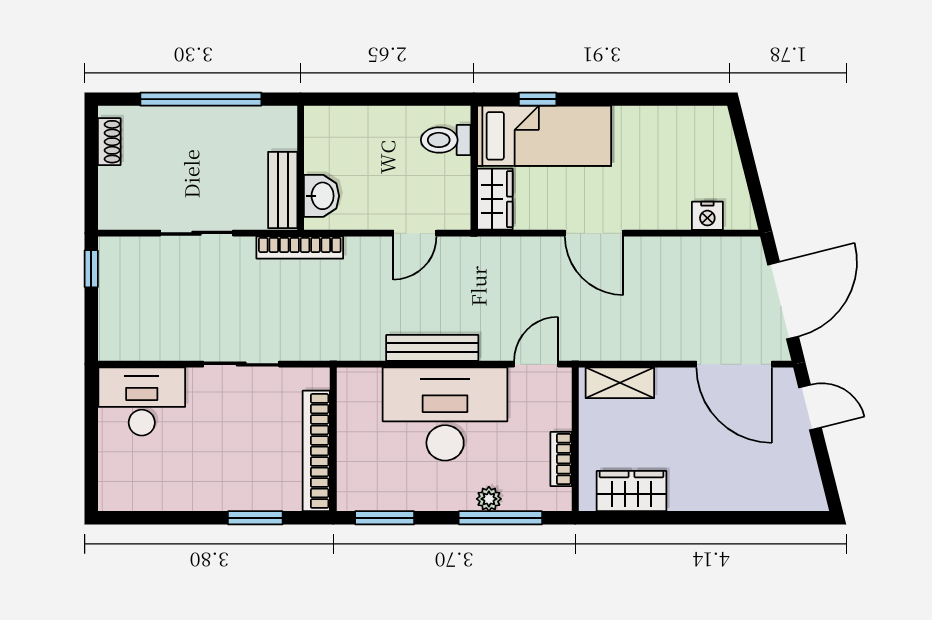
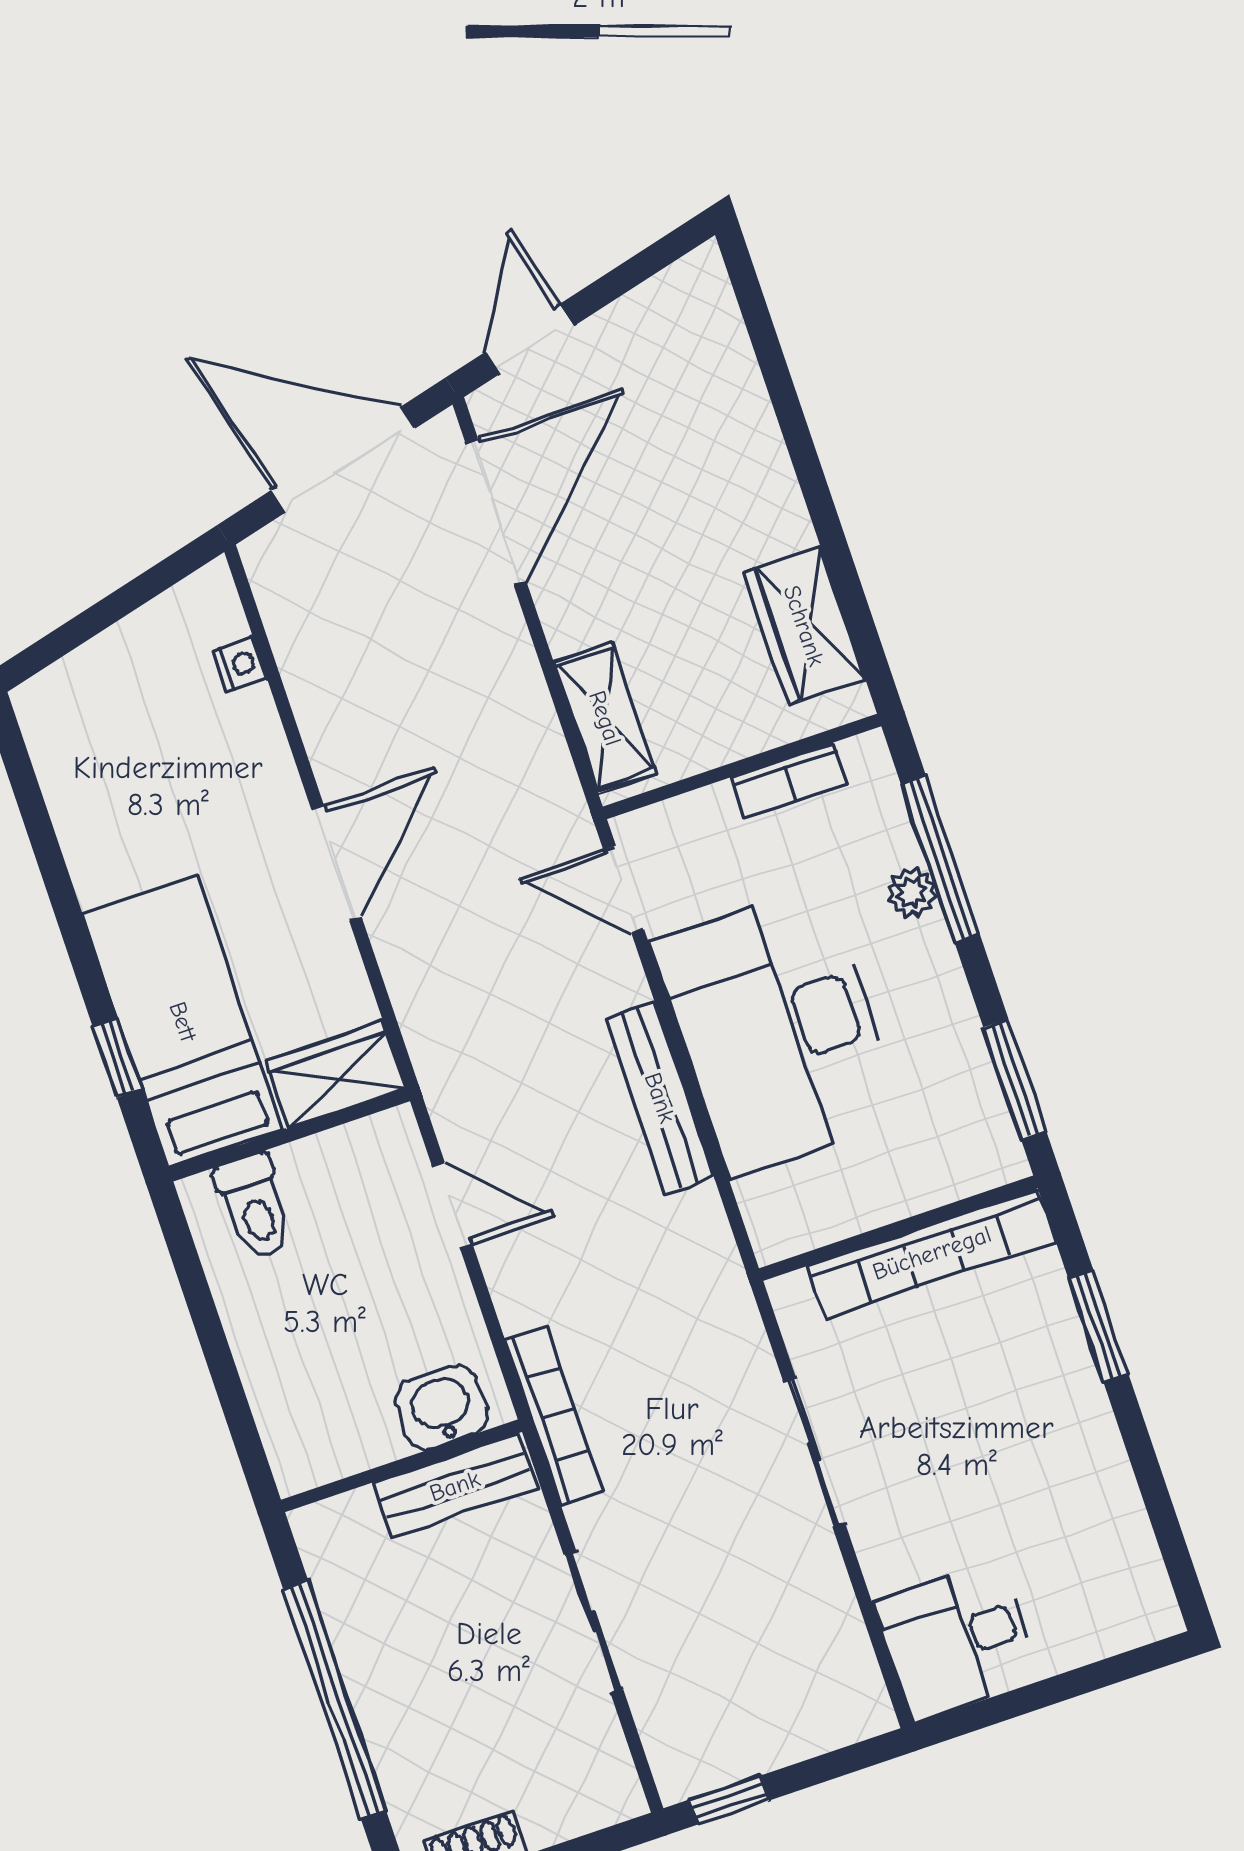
nightstand: (707, 216) -> (240, 664), width x0.72, depth x0.74
desk: (142, 401) -> (957, 1640), width x0.73

